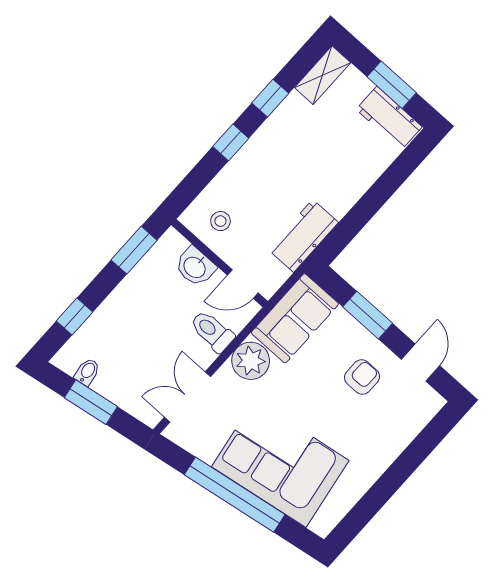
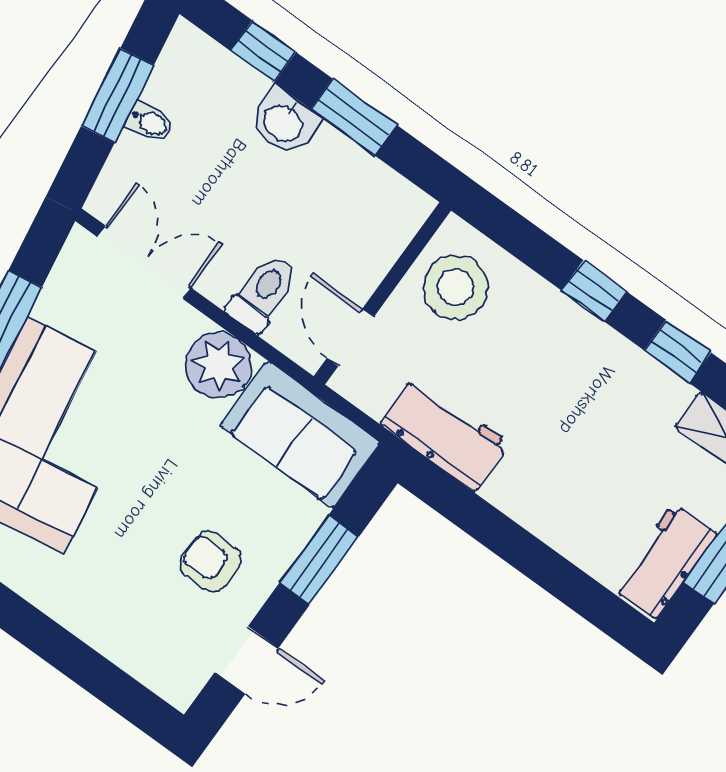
stool: (220, 221) -> (455, 287), width x1.89, depth x1.89
window: (134, 250) -> (354, 117), moved
washbasin: (195, 267) -> (284, 122), moved, turned -90
bidet: (87, 372) -> (150, 122), moved
armchair: (362, 377) -> (211, 561), turned 180

